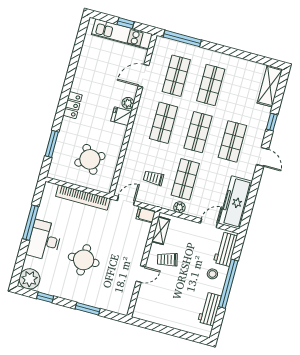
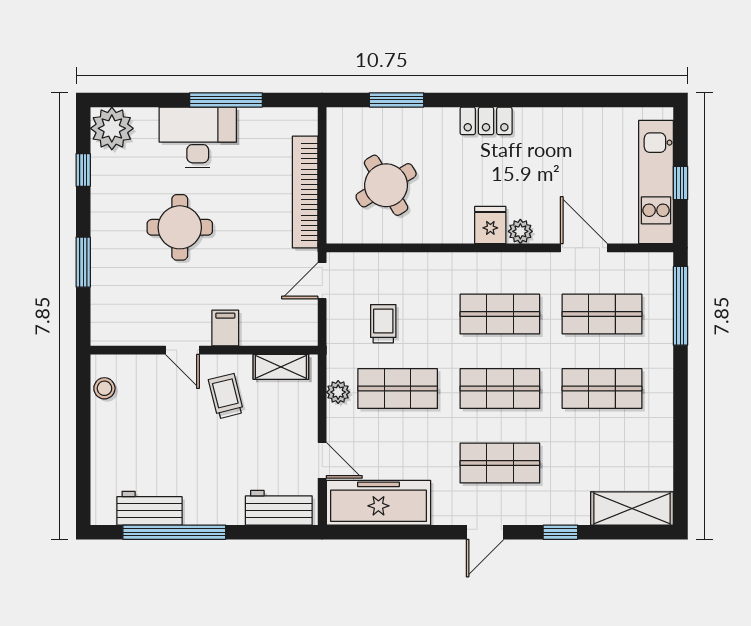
door: (126, 201) -> (322, 281), swing flipped
filing cabinet: (146, 215) -> (225, 328), moved
stool: (212, 274) -> (104, 388), moved
window: (228, 284) -> (174, 532), moved

